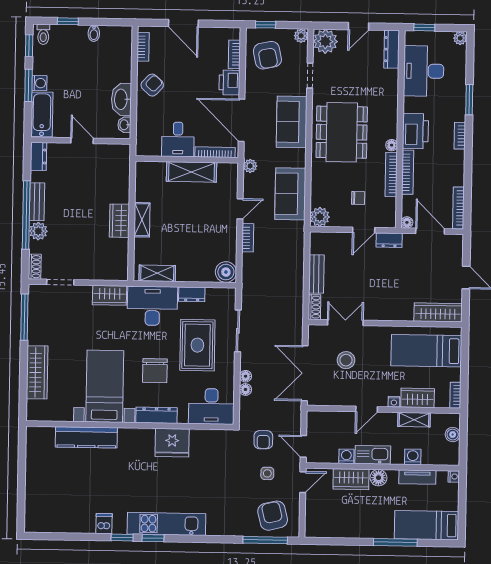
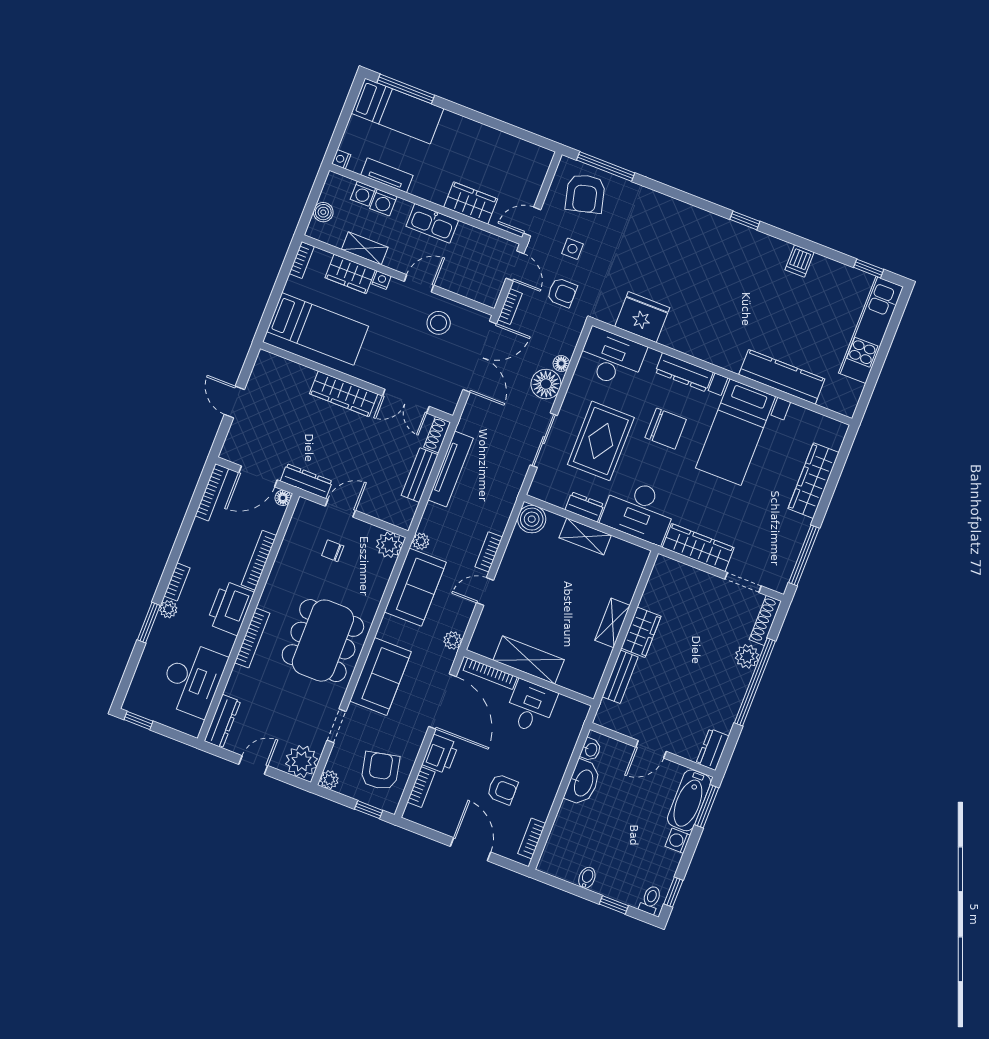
window: (424, 27) -> (139, 720), moved
plant: (460, 38) -> (168, 609), moved
window: (28, 85) -> (707, 806), moved
armchair: (152, 85) -> (502, 789), moved, turned -133
door: (82, 141) -> (651, 749), hinge flipped
floor lamp: (392, 145) -> (267, 601), removed
bookcase: (391, 175) -> (252, 638), moved
bench: (37, 202) -> (620, 677), moved
plant: (298, 228) -> (421, 541), added
door: (430, 231) -> (258, 476), hinge flipped
dresser: (389, 240) -> (306, 481), width x1.44
shoe rack: (35, 267) -> (765, 620), width x1.43
shelving: (157, 273) -> (585, 536), moved
tv unit: (296, 286) -> (451, 469), added
wardrobe: (110, 295) -> (698, 548), width x1.50
wardrobe: (438, 312) -> (344, 394), moved
stool: (346, 360) -> (439, 323), moved
chair: (155, 371) -> (666, 429), turned 90
floor lamp: (246, 376) -> (546, 384), width x1.89, depth x1.89
bookcase: (296, 416) -> (510, 307), added
armchair: (263, 440) -> (562, 293), turned 90
fridge: (172, 443) -> (642, 317), moved
washing machine: (346, 456) -> (363, 194), moved
floor lamp: (378, 478) -> (436, 192), removed
kitchen unit: (166, 524) -> (871, 330), moved, turned 90
window: (122, 538) -> (869, 268), moved
window: (395, 542) -> (406, 89), moved

